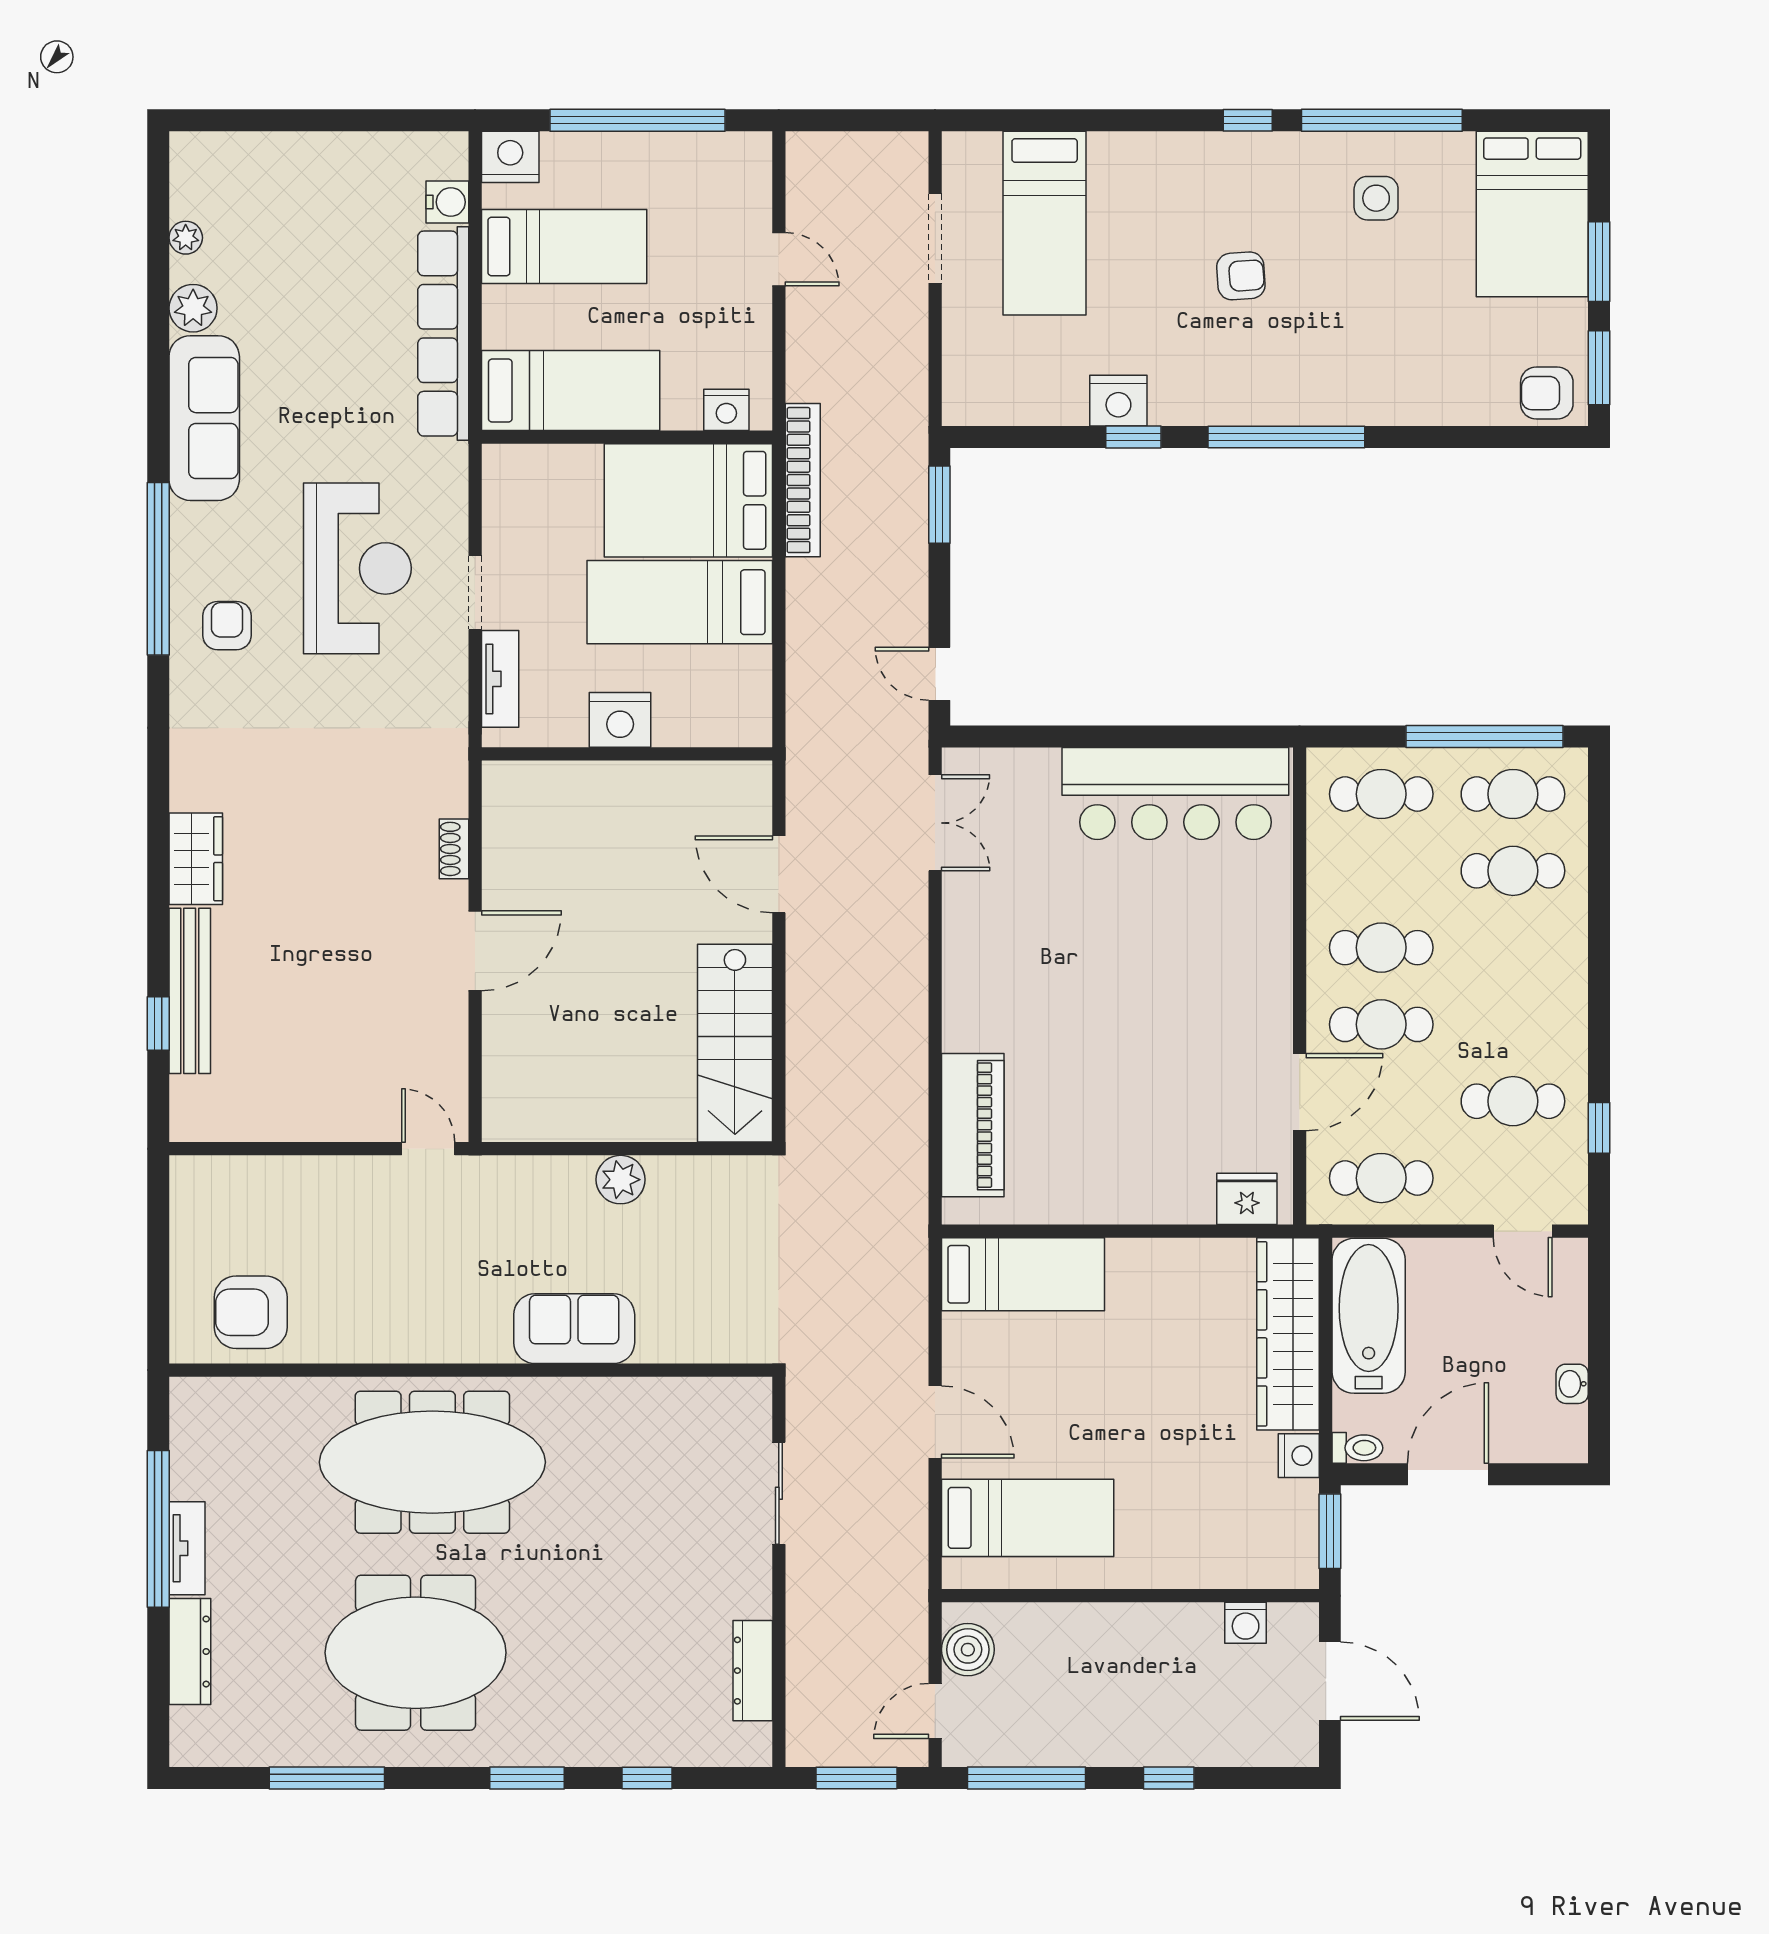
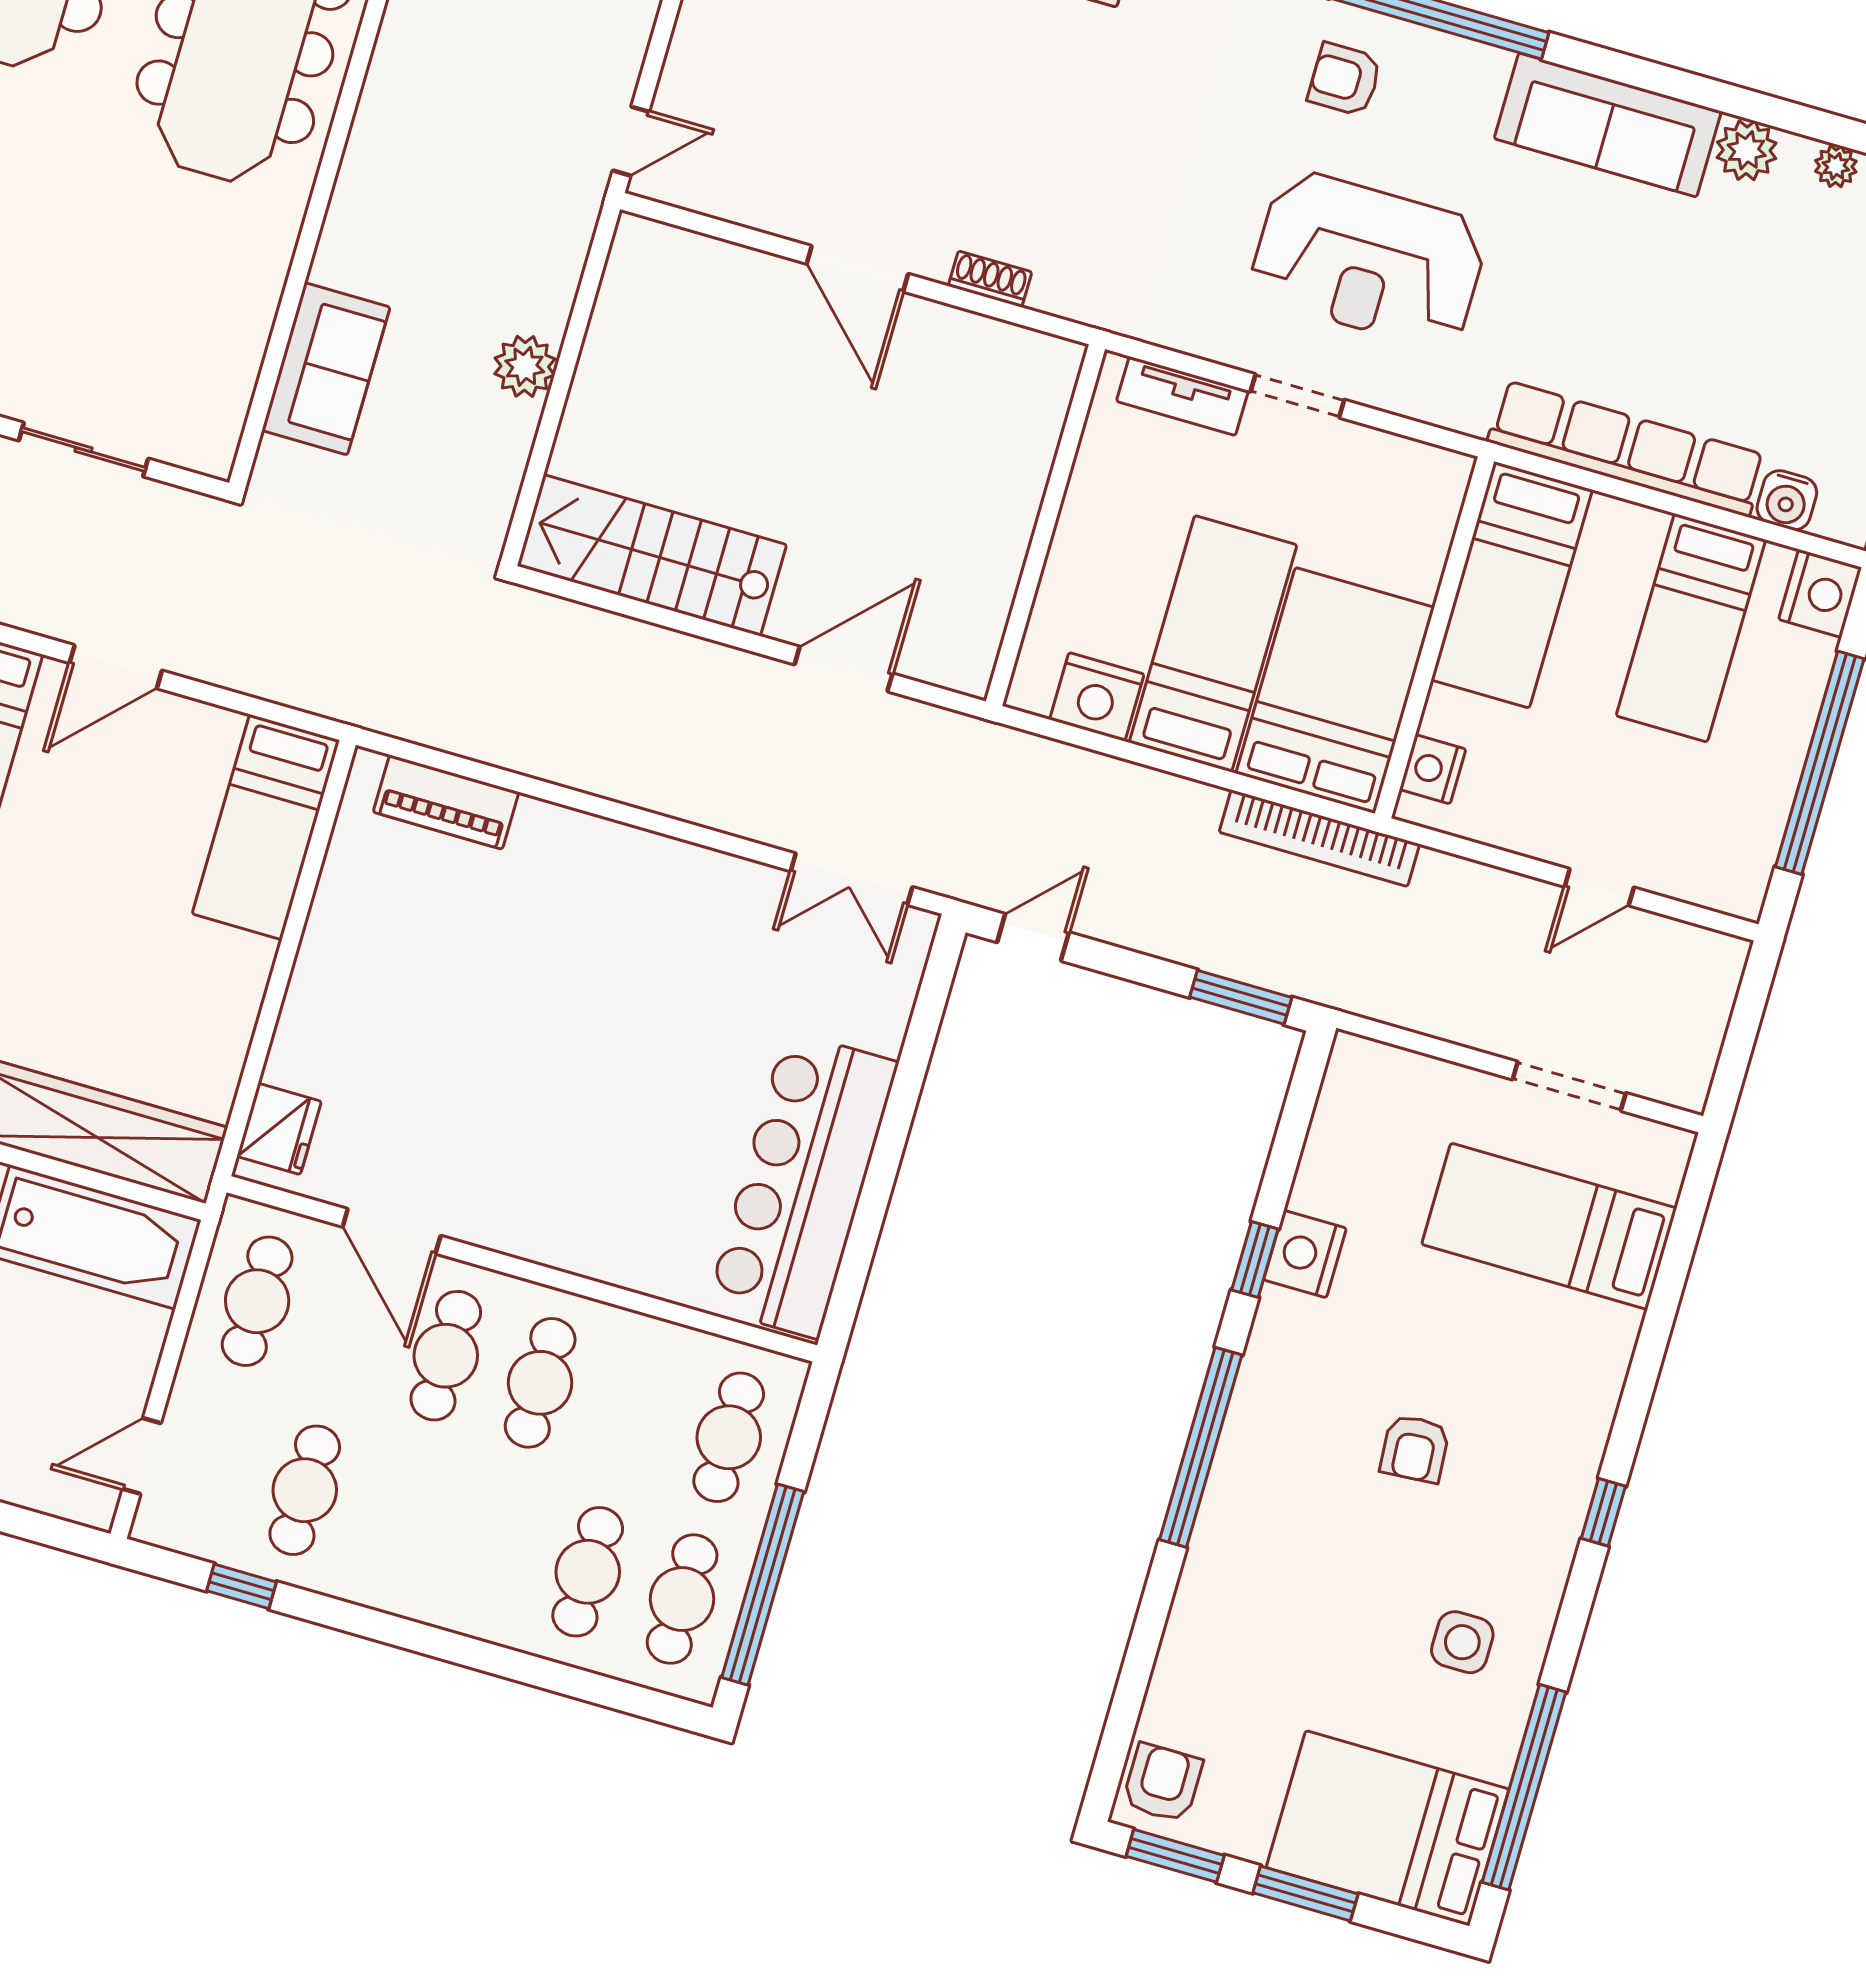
window: (1382, 120) -> (1524, 1787), moved
armchair: (227, 626) -> (1345, 79), turned 180
nightstand: (620, 720) -> (1097, 697), moved, turned -90
piano: (973, 1125) -> (446, 802), width x0.73, depth x0.75
sofa: (574, 1329) -> (326, 369), moved

